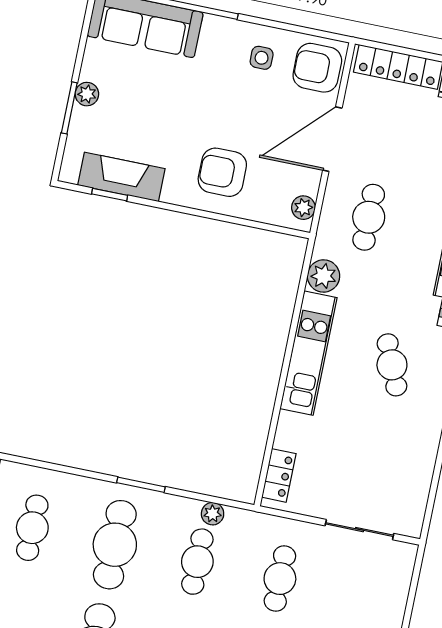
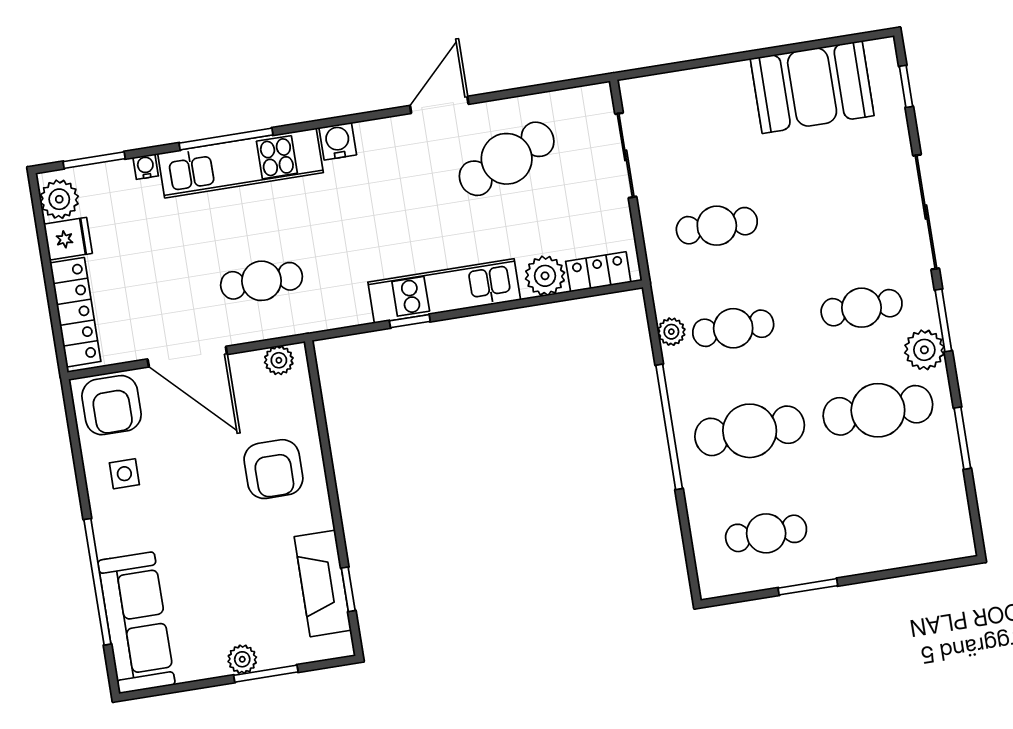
plant: (324, 276) -> (545, 276), moved
window: (296, 318) -> (410, 321), added
cafe table: (392, 365) -> (507, 159), moved, width x1.37, depth x1.35
window: (141, 485) -> (669, 427), width x2.11

